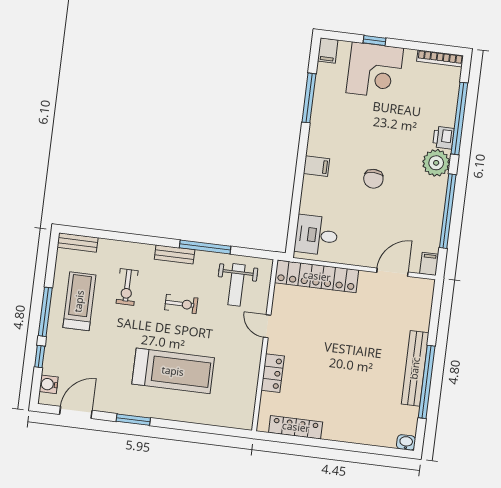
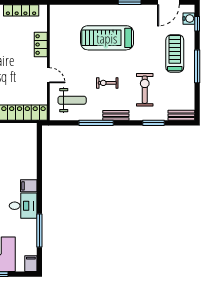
desk: (316, 235) -> (23, 206), moved
window: (120, 236) -> (153, 123), added
weight bench: (236, 285) -> (72, 100), turned 90
exercise bike: (127, 287) -> (145, 90), width x1.38, depth x1.39
treadmill: (79, 301) -> (175, 54), moved, turned 180
window: (40, 357) -> (197, 24), moved

